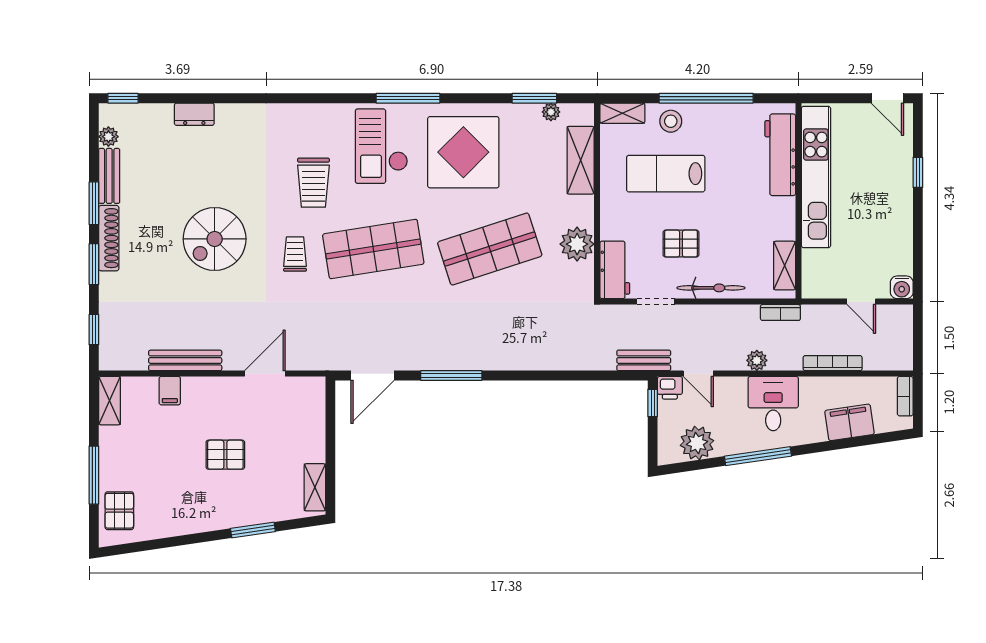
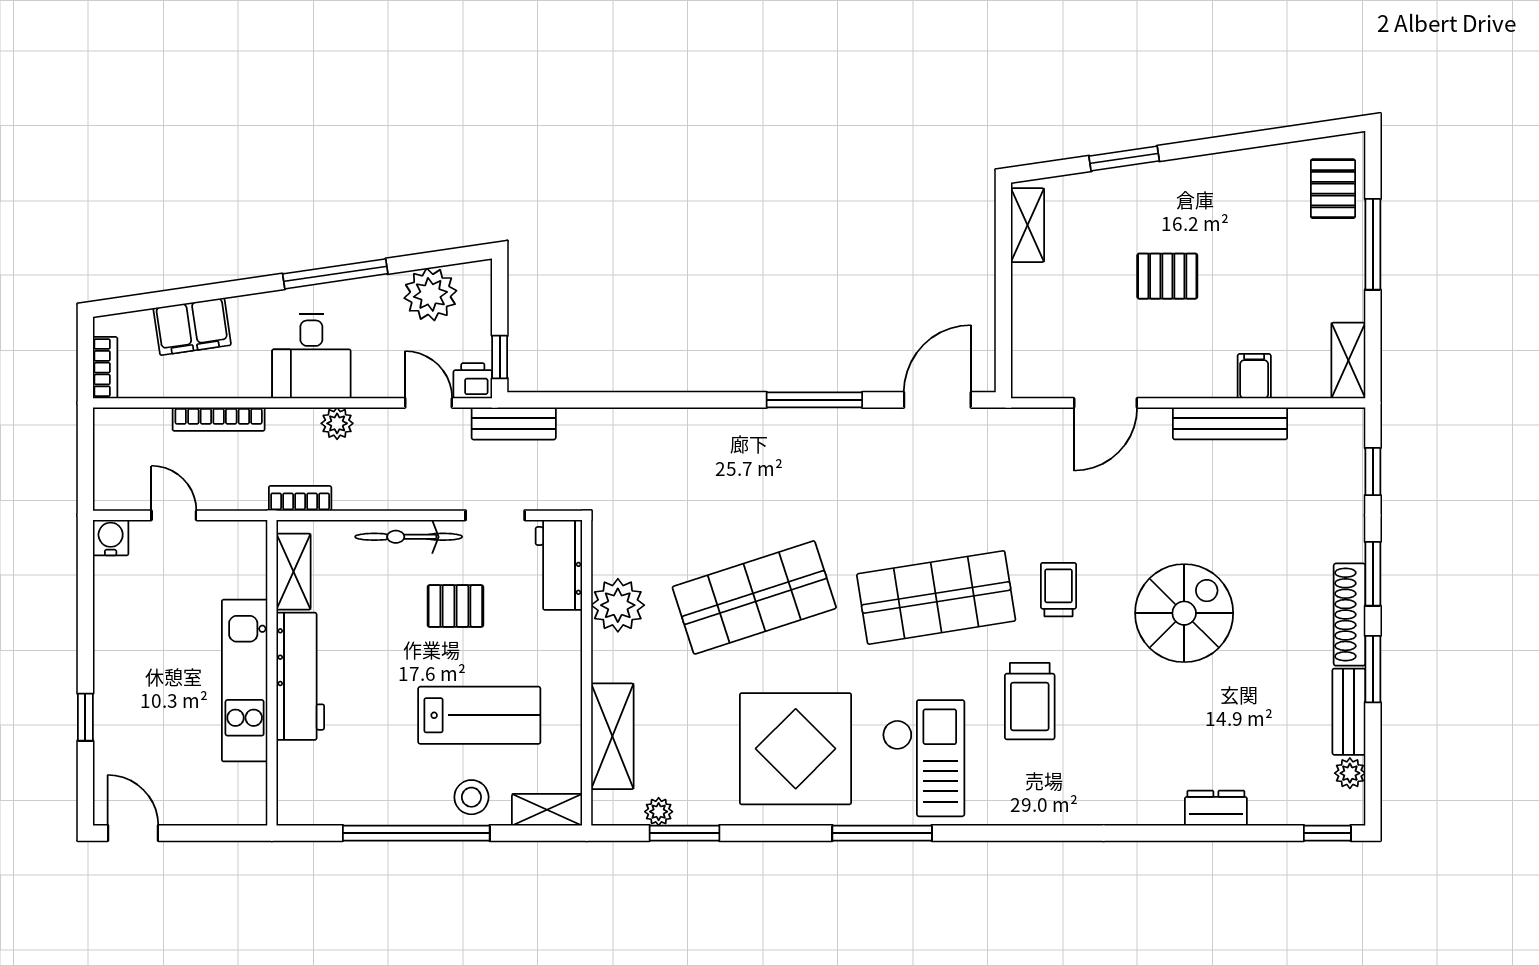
workbench: (780, 155) -> (300, 676), moved
kitchen unit: (816, 177) -> (245, 681), width x0.73
trolley: (313, 183) -> (1030, 701), turned 180
trolley: (295, 254) -> (1058, 590), turned 180

